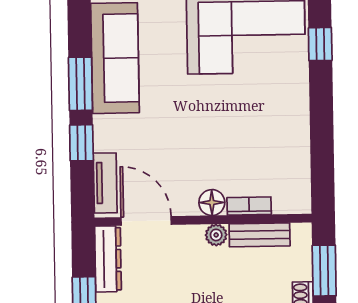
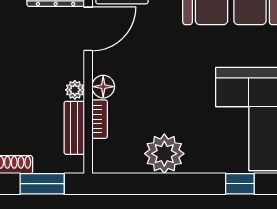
plant: (287, 131) -> (164, 154), added

